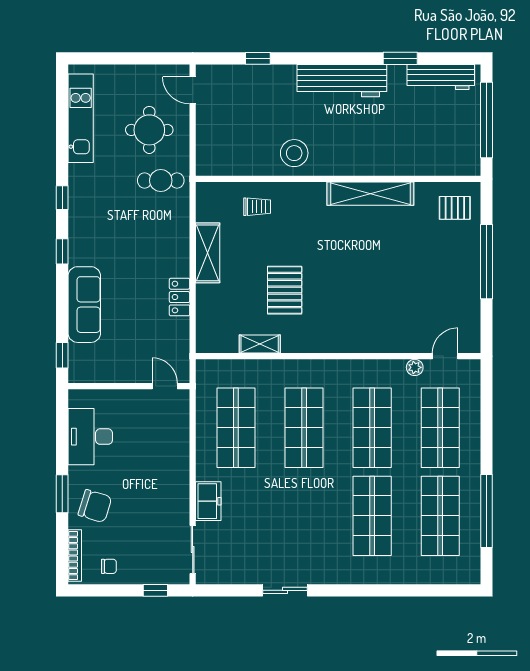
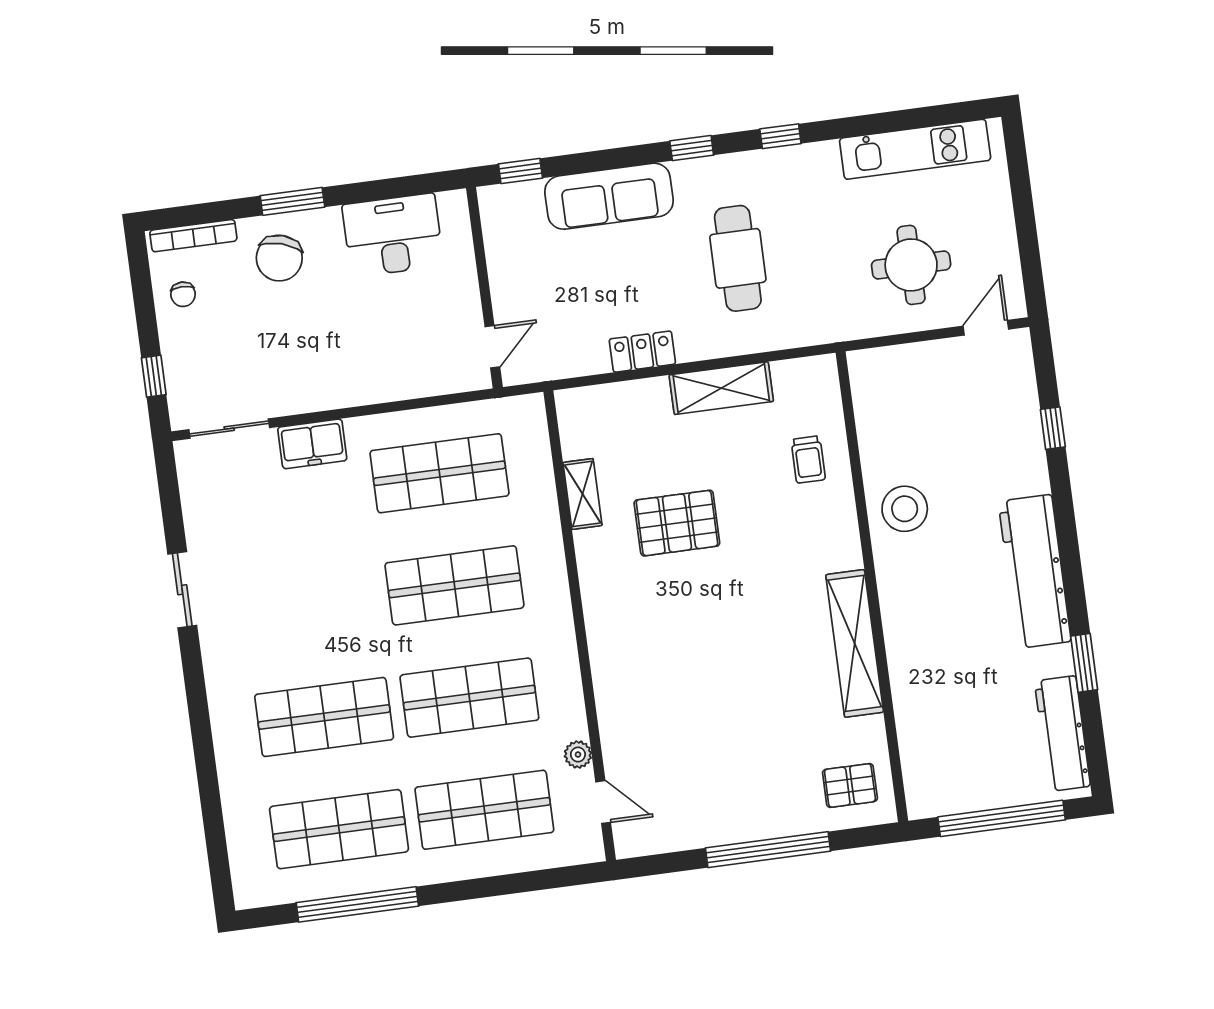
cafe table: (161, 181) -> (738, 258), moved, width x1.37, depth x1.35
pallet: (455, 208) -> (850, 785), turned 90

